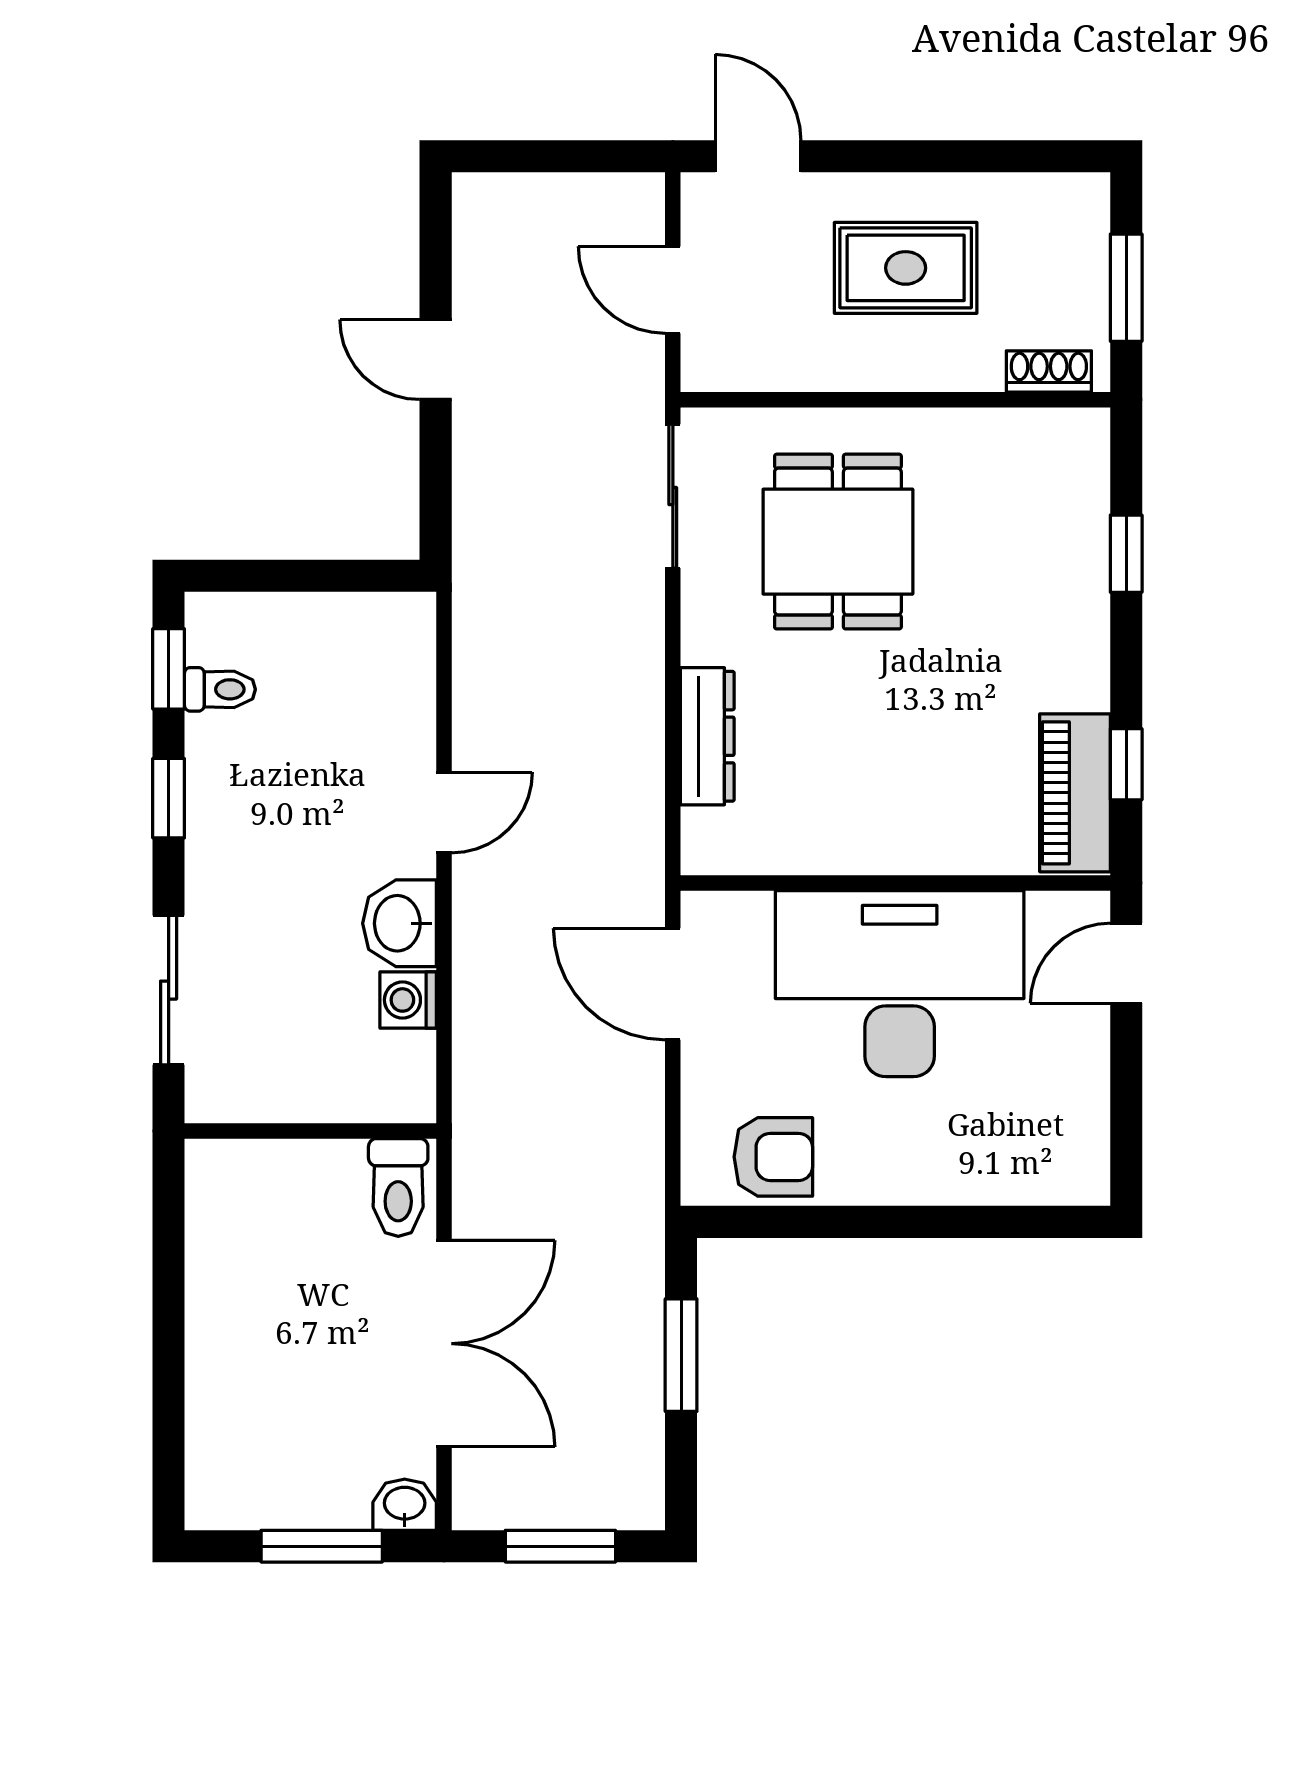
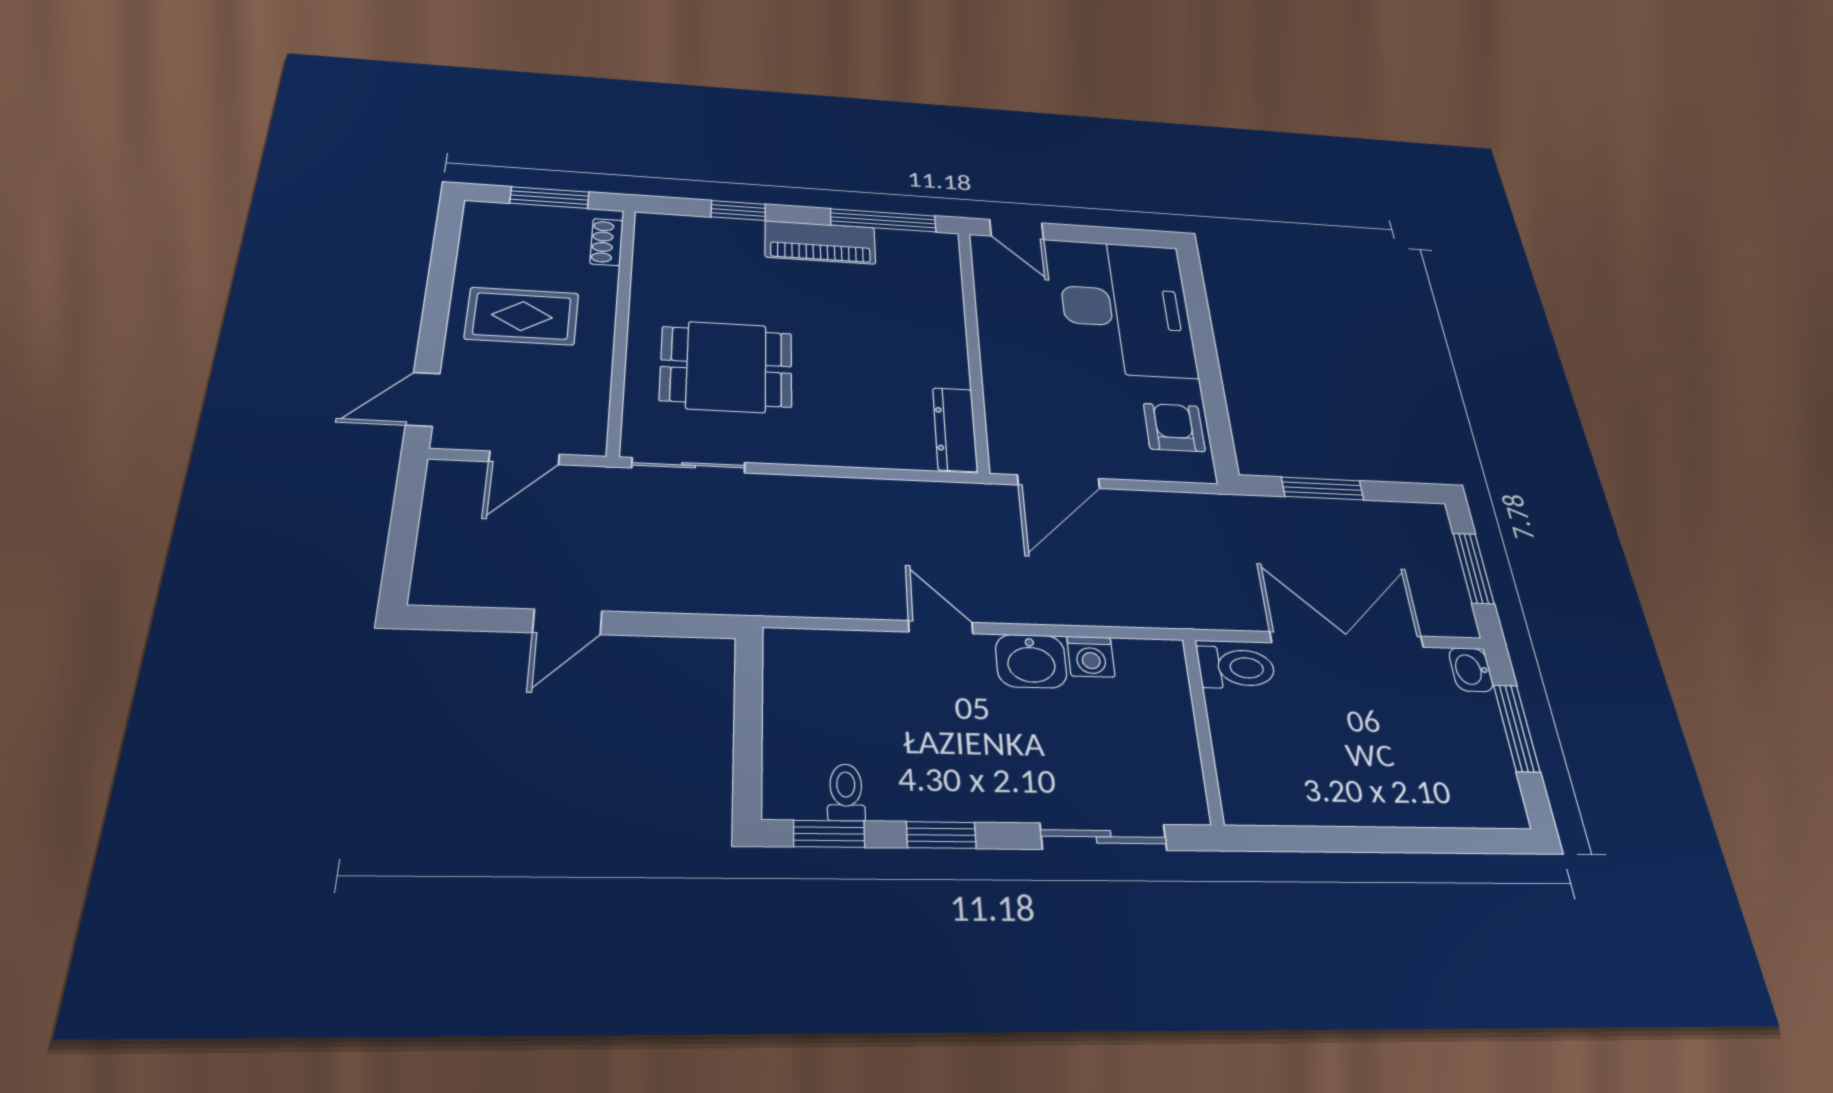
rug: (906, 268) -> (522, 316), turned 90
dresser: (707, 736) -> (955, 429), moved, turned -90
window: (1126, 764) -> (883, 220), width x2.17
piano: (1075, 793) -> (820, 242), moved
desk: (900, 984) -> (1126, 308), moved, turned 180

